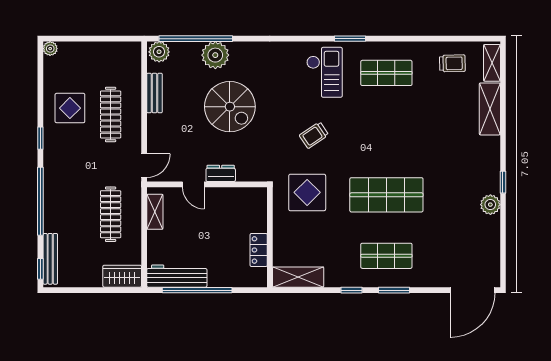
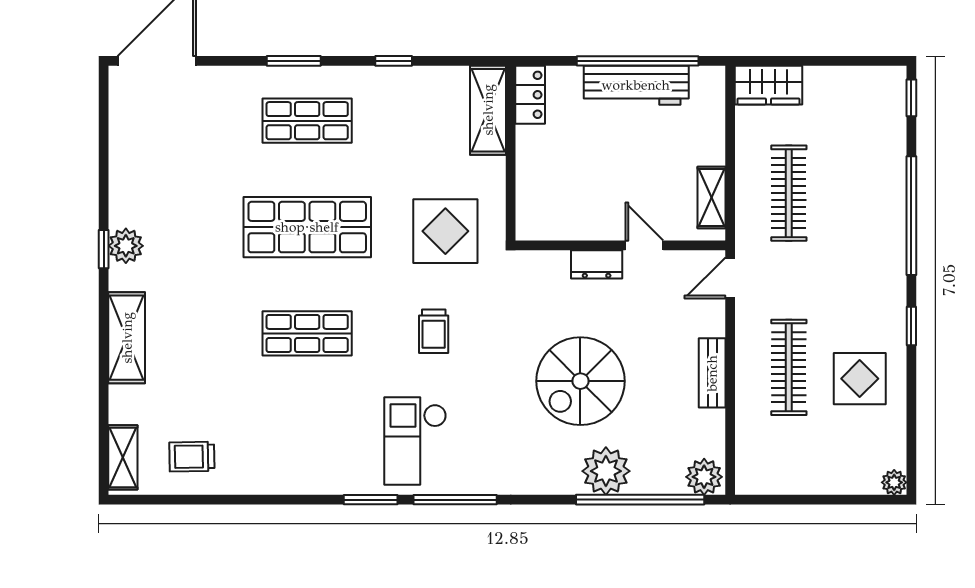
window: (302, 39) -> (455, 500), added
shop shelf: (386, 73) -> (307, 333), moved
bench: (154, 93) -> (712, 373), moved
spiral stairs: (230, 107) -> (580, 381), turned -90
shelving: (490, 109) -> (127, 338), moved
trolley: (314, 135) -> (434, 331), turned 124
plant: (490, 205) -> (126, 246), moved
locker: (259, 250) -> (530, 95), moved
bench: (50, 259) -> (894, 115), removed
workbench: (177, 276) -> (636, 85), moved
shelving: (298, 277) -> (488, 110), moved, turned 90
window: (352, 290) -> (394, 61), moved

